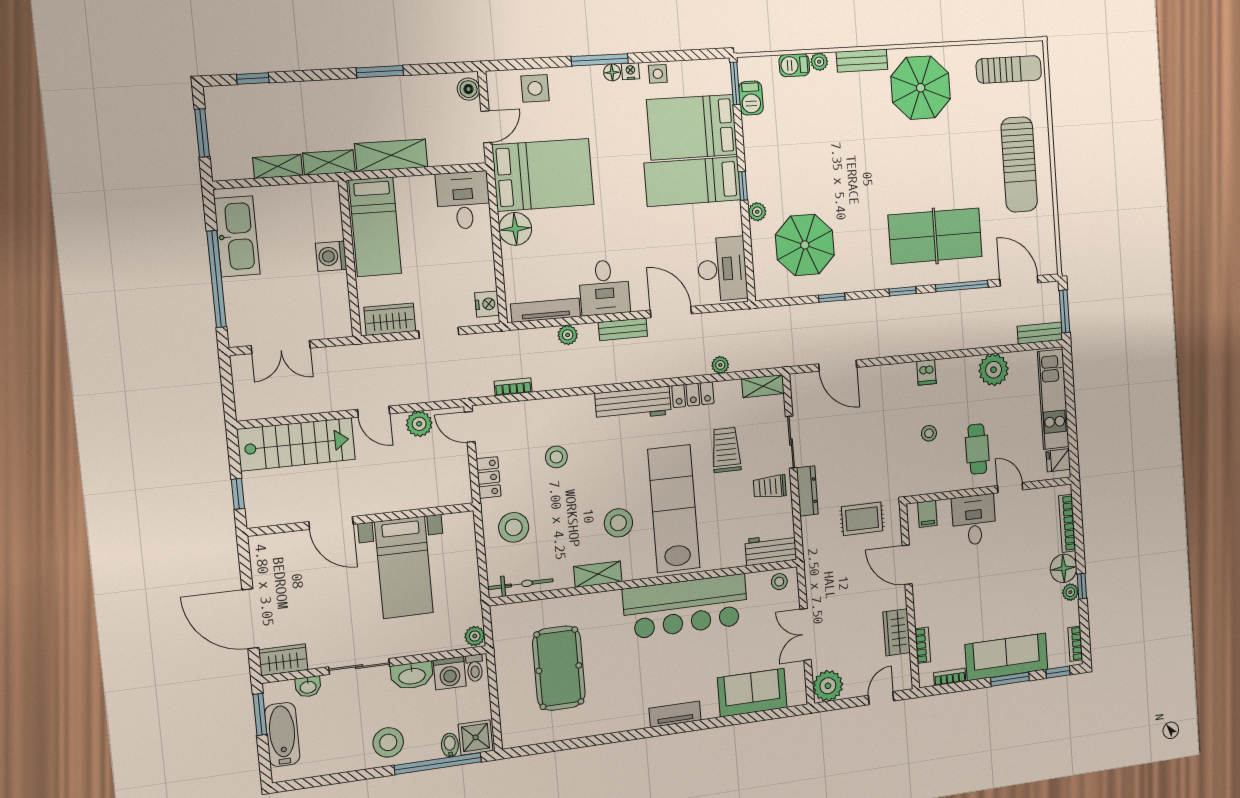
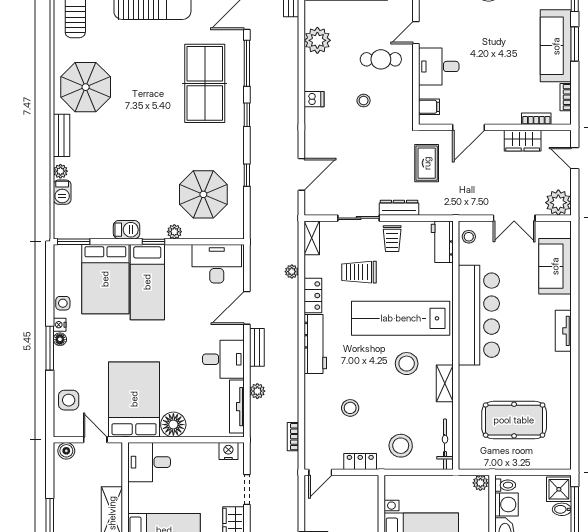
barbecue: (751, 98) -> (127, 230), moved
plant: (419, 424) -> (314, 510), removed

